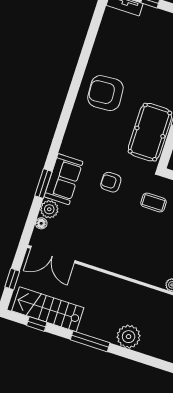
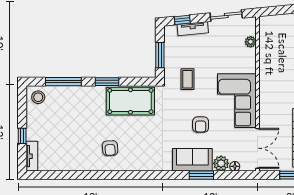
armchair: (105, 93) -> (110, 148), width x0.53, depth x0.53
armchair: (111, 182) -> (201, 125), moved
corner sofa: (112, 249) -> (237, 101), added

